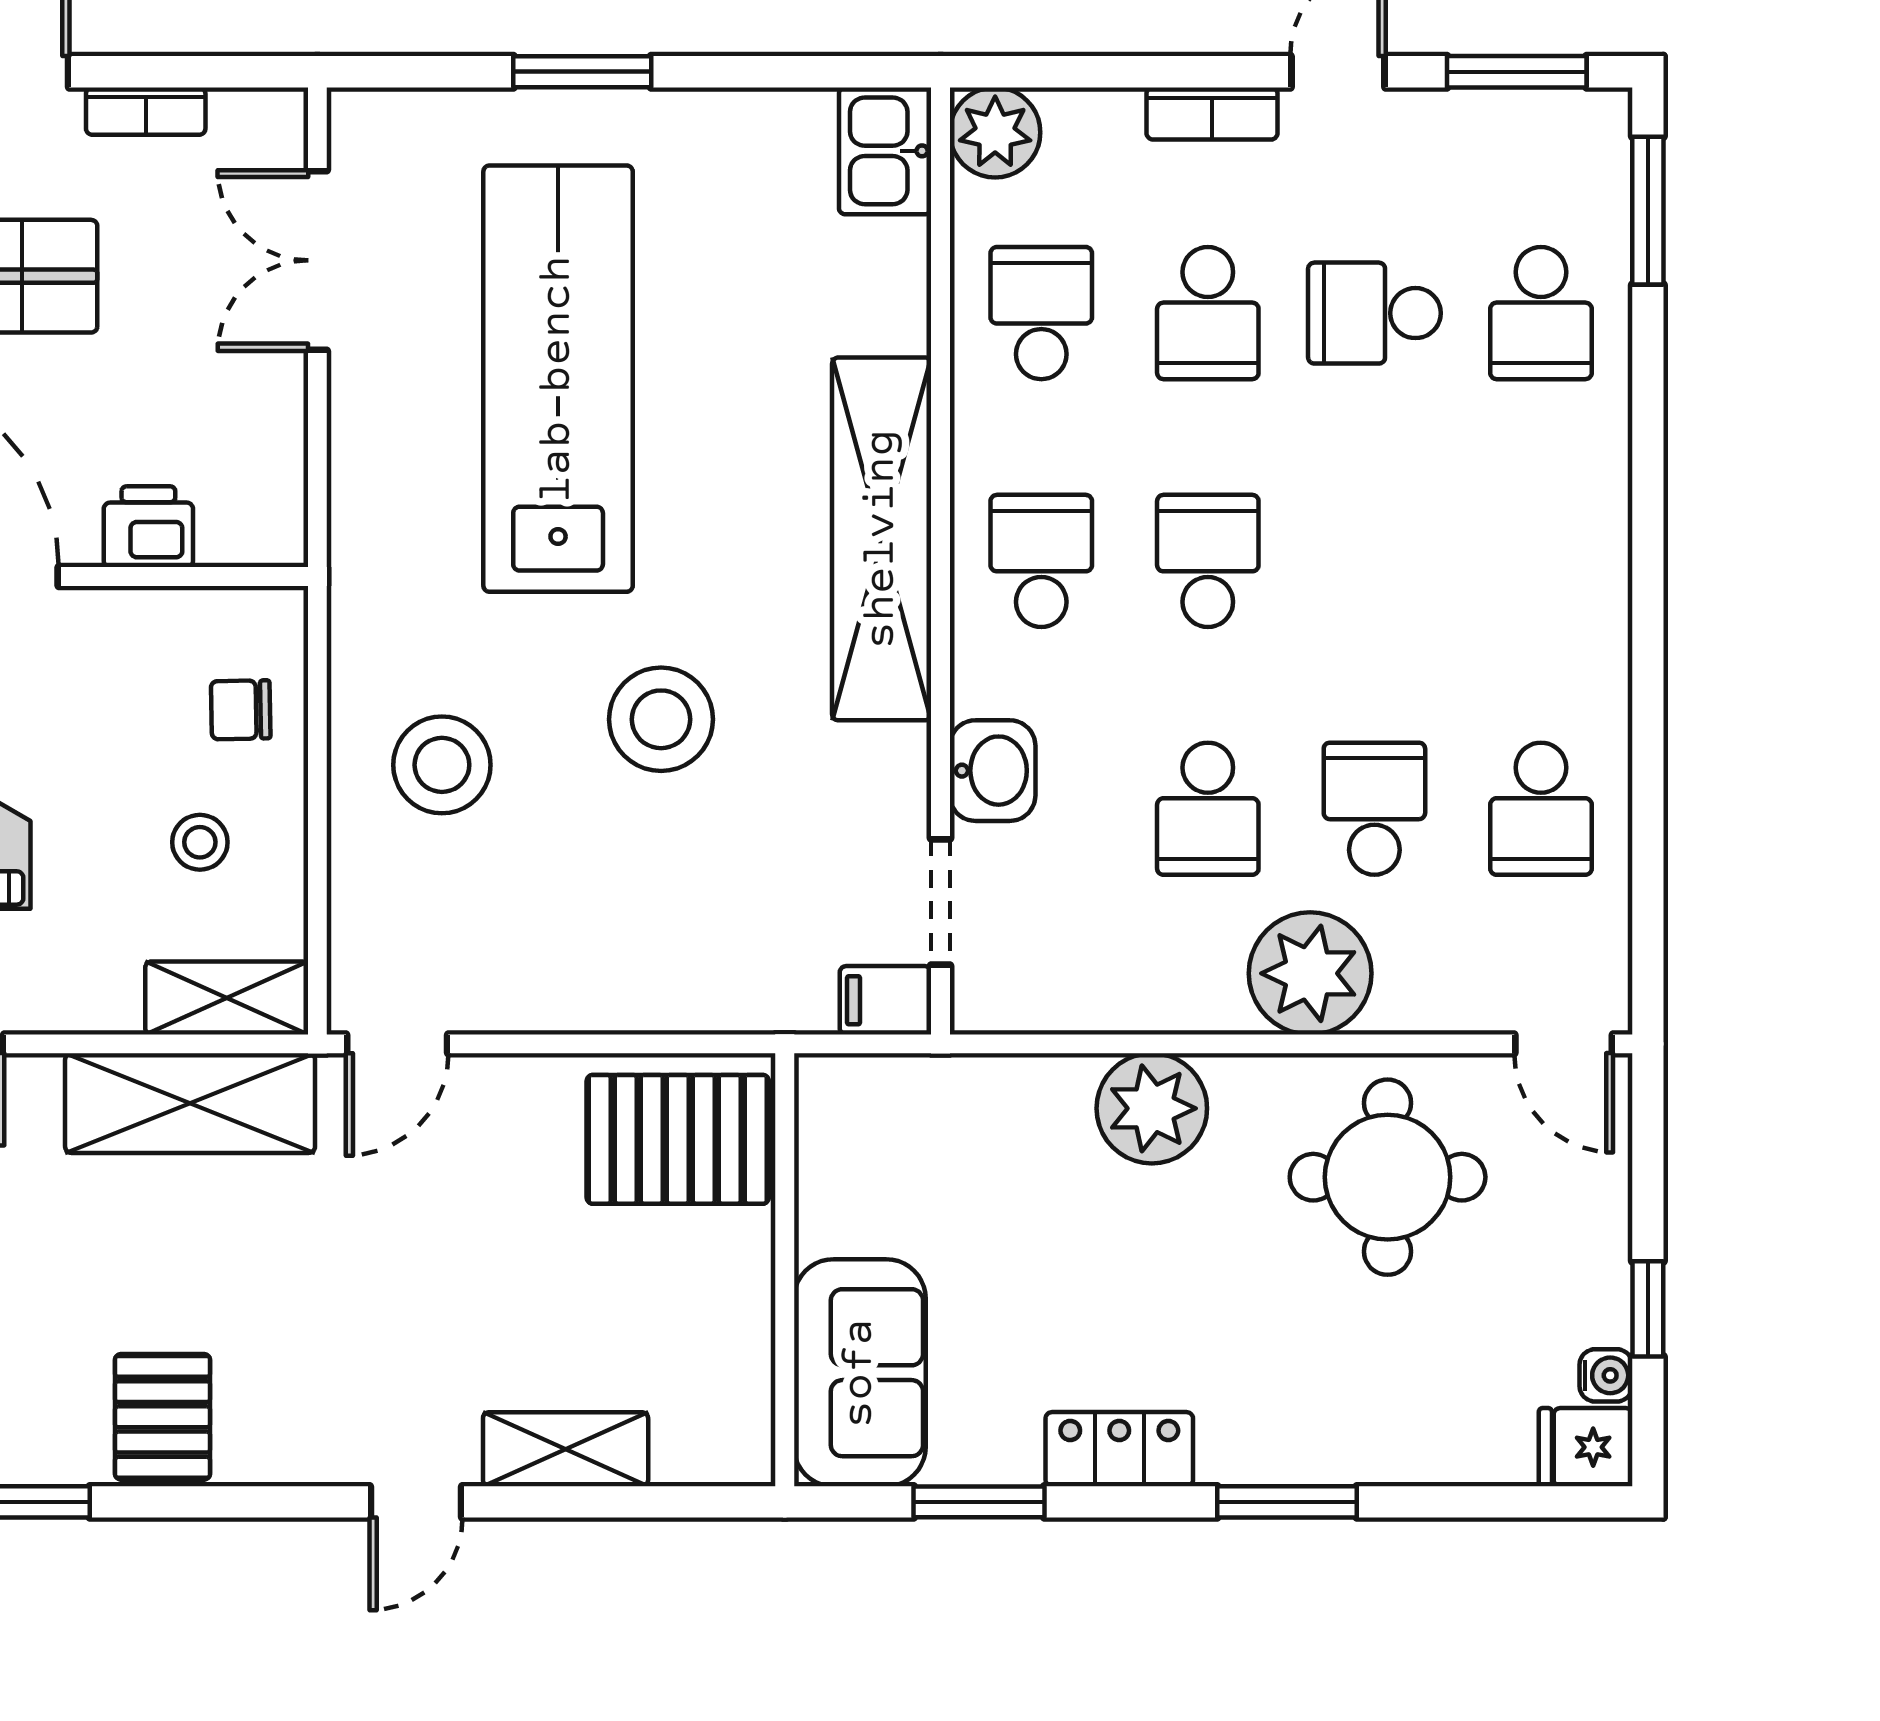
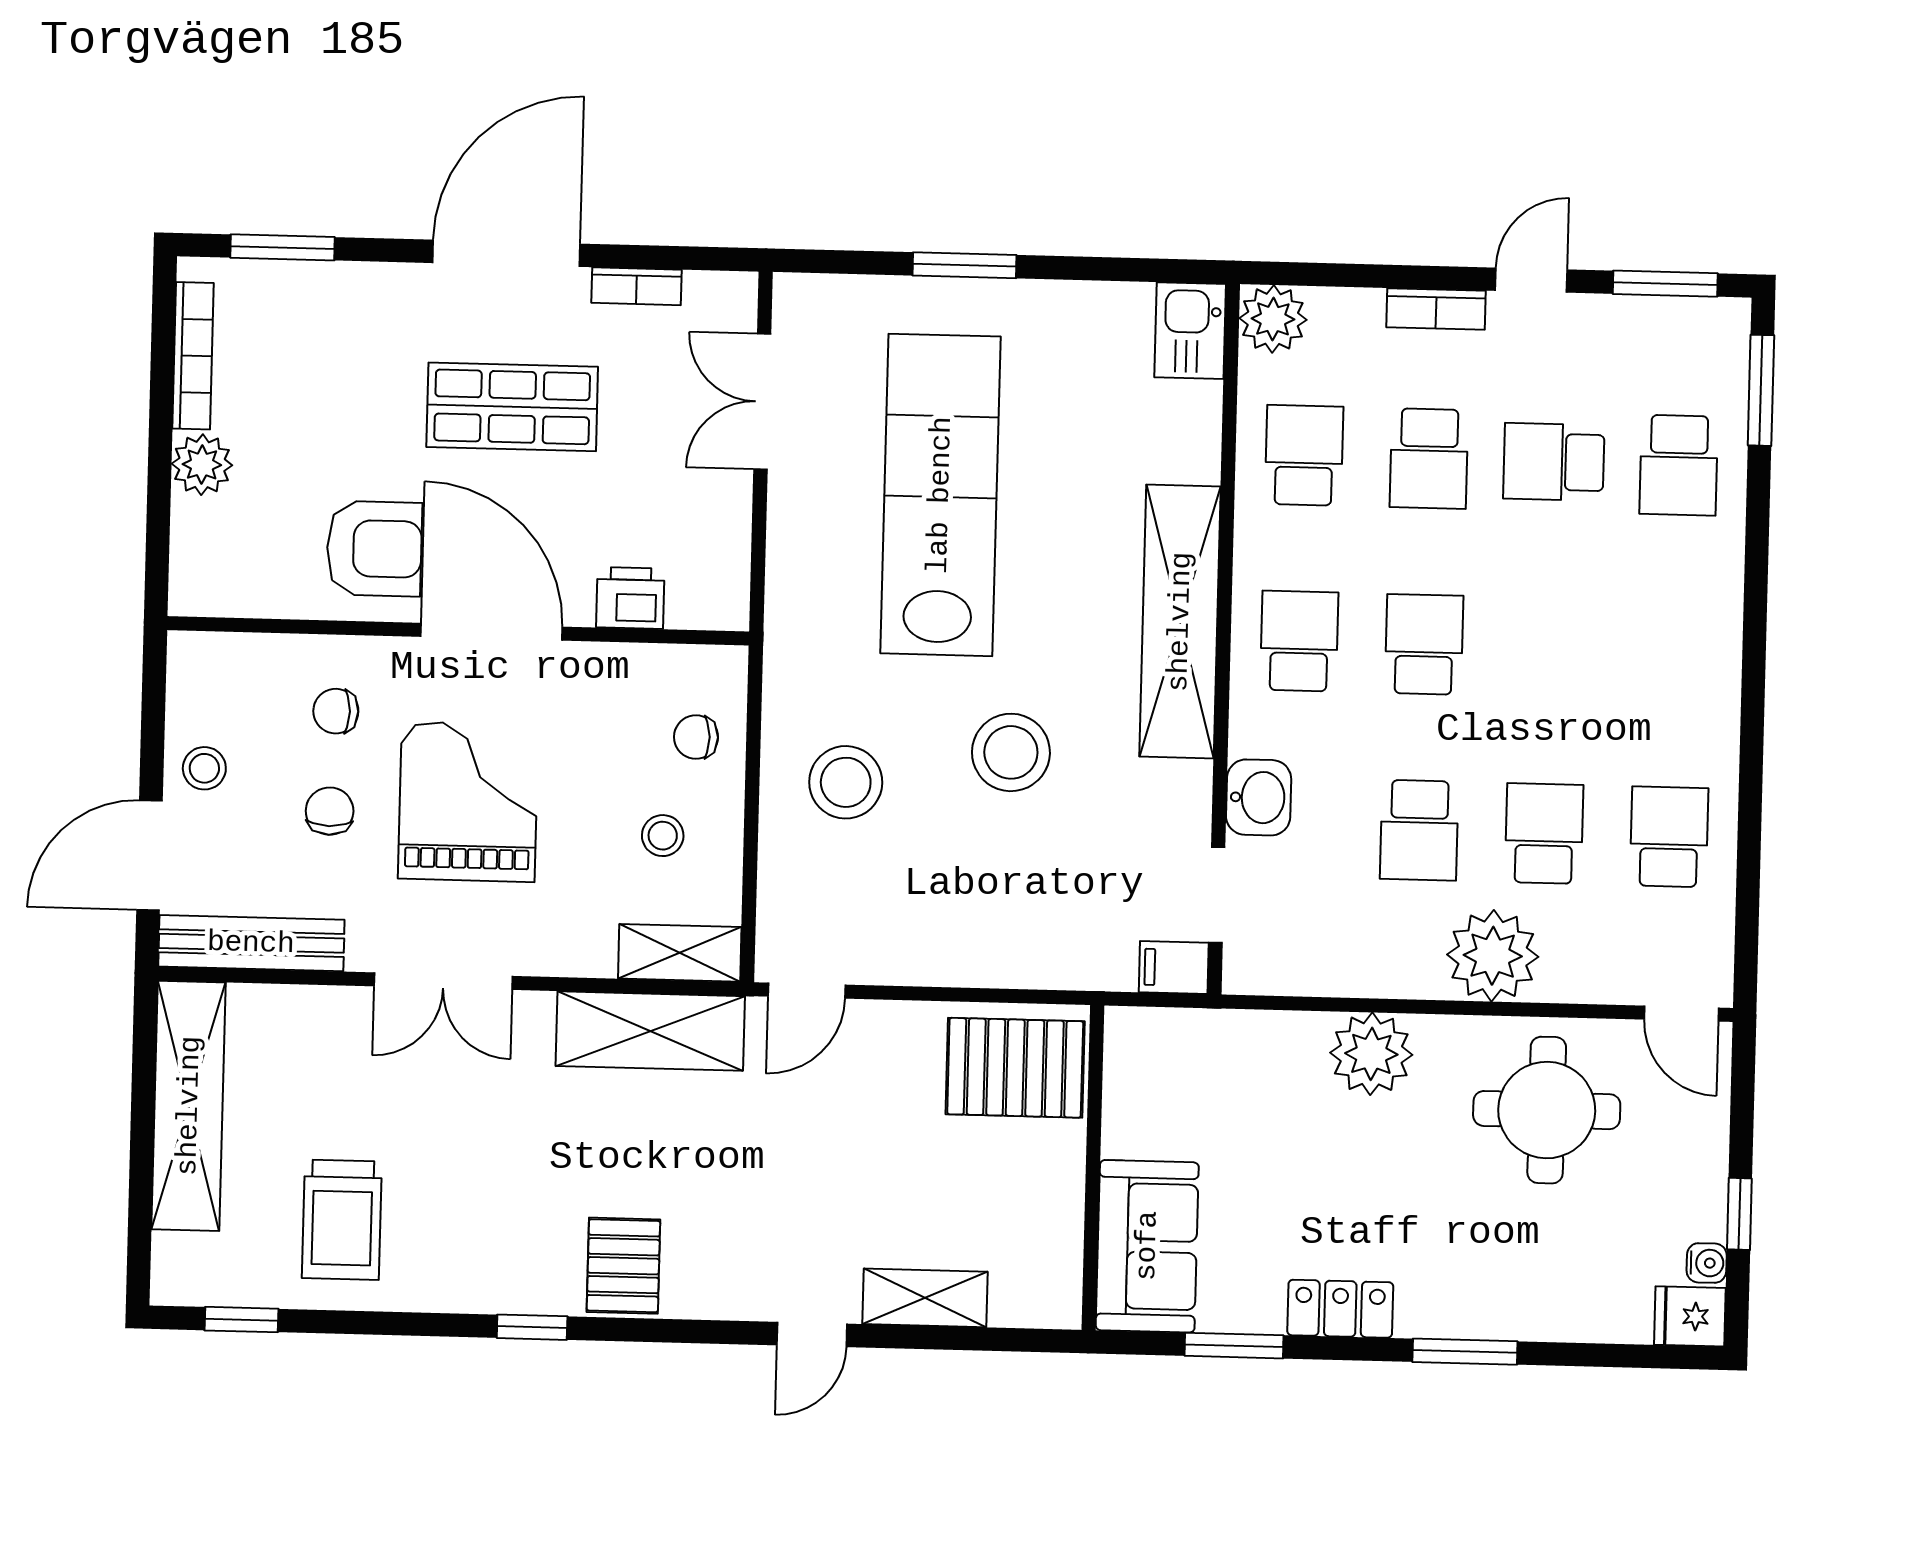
school desk: (1541, 809) -> (1669, 837), turned 180

